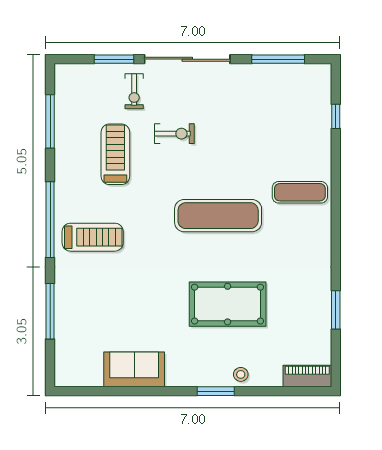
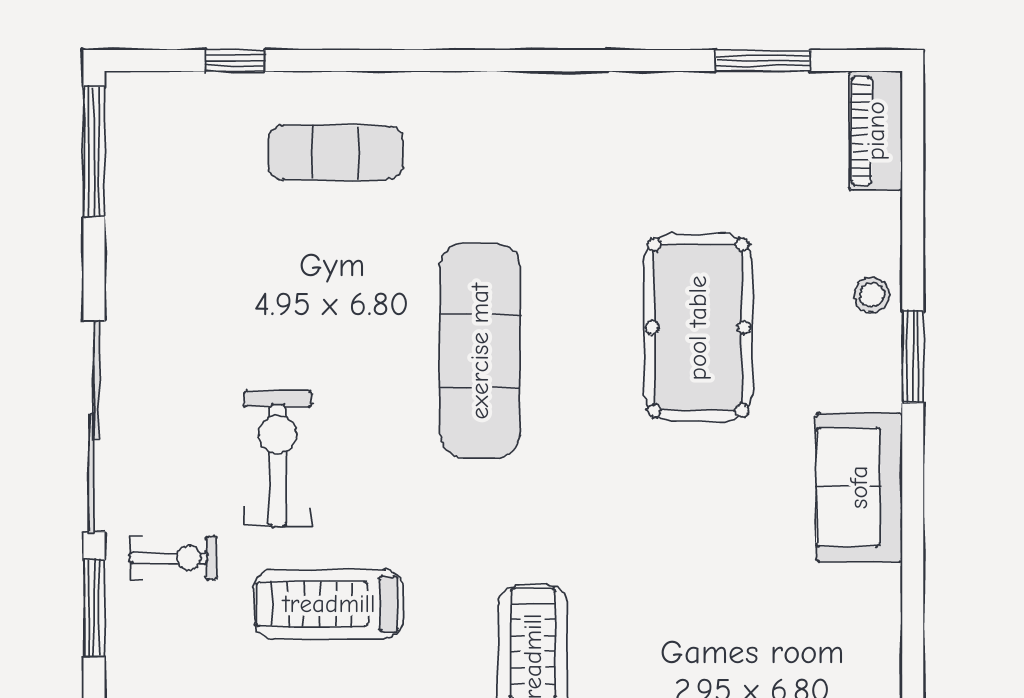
window: (278, 59) -> (94, 152), moved
exercise bike: (174, 134) -> (278, 459), width x1.38, depth x1.39
exercise mat: (300, 192) -> (336, 153), moved, turned 90
window: (336, 310) -> (763, 61), moved
sofa: (134, 369) -> (859, 487), moved

